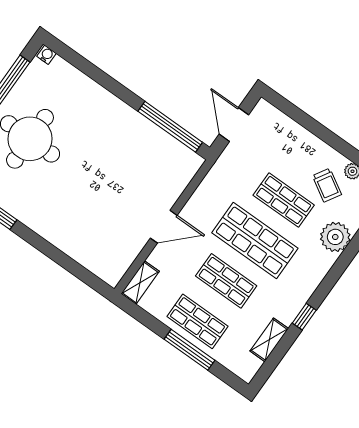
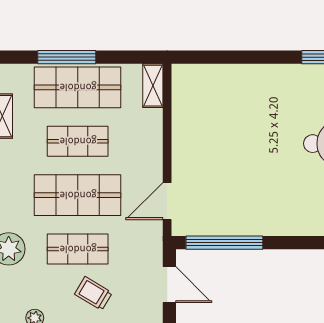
trolley: (327, 185) -> (93, 293), moved
door: (164, 227) -> (167, 201), moved
shop shelf: (197, 321) -> (78, 87), width x1.43, depth x1.36

